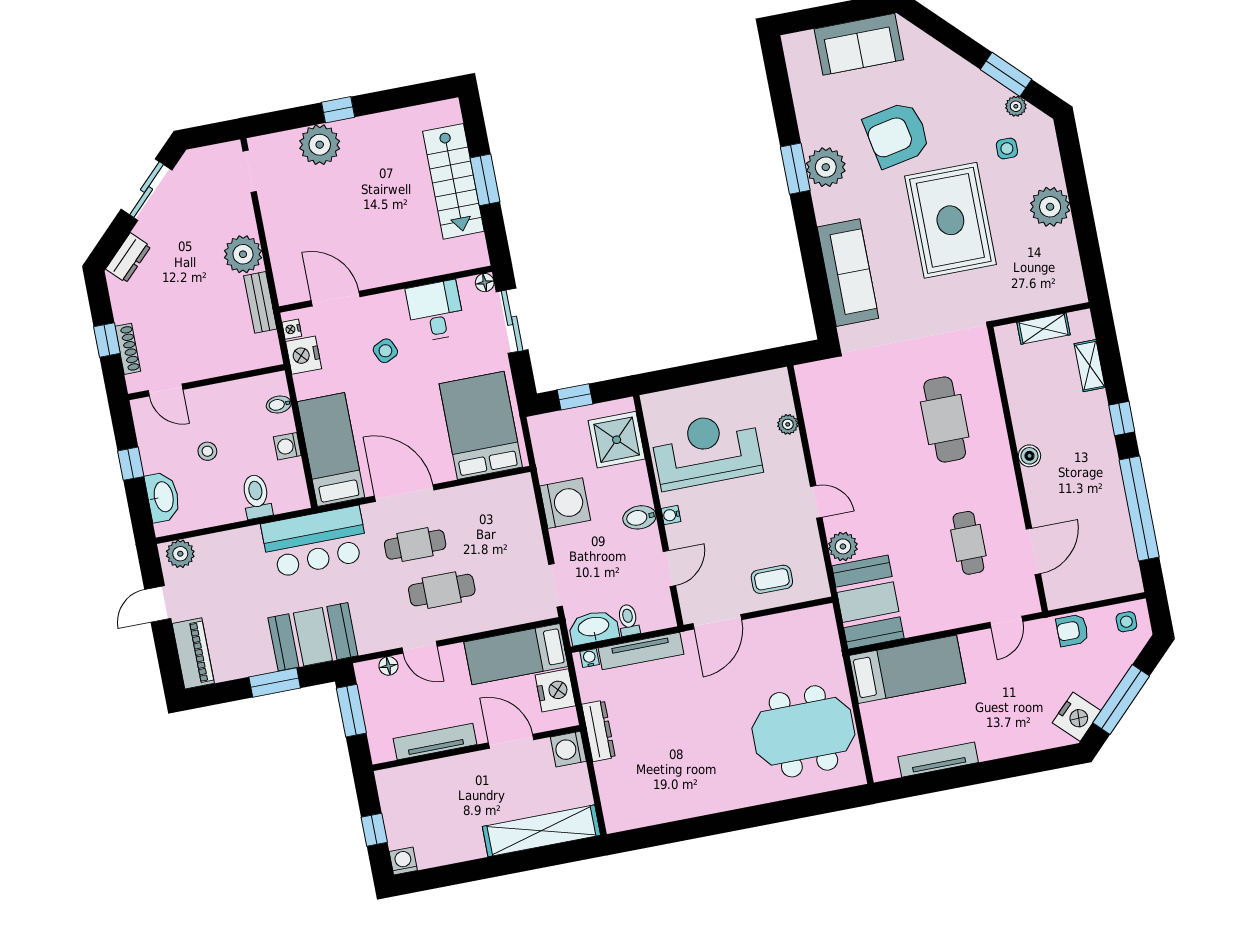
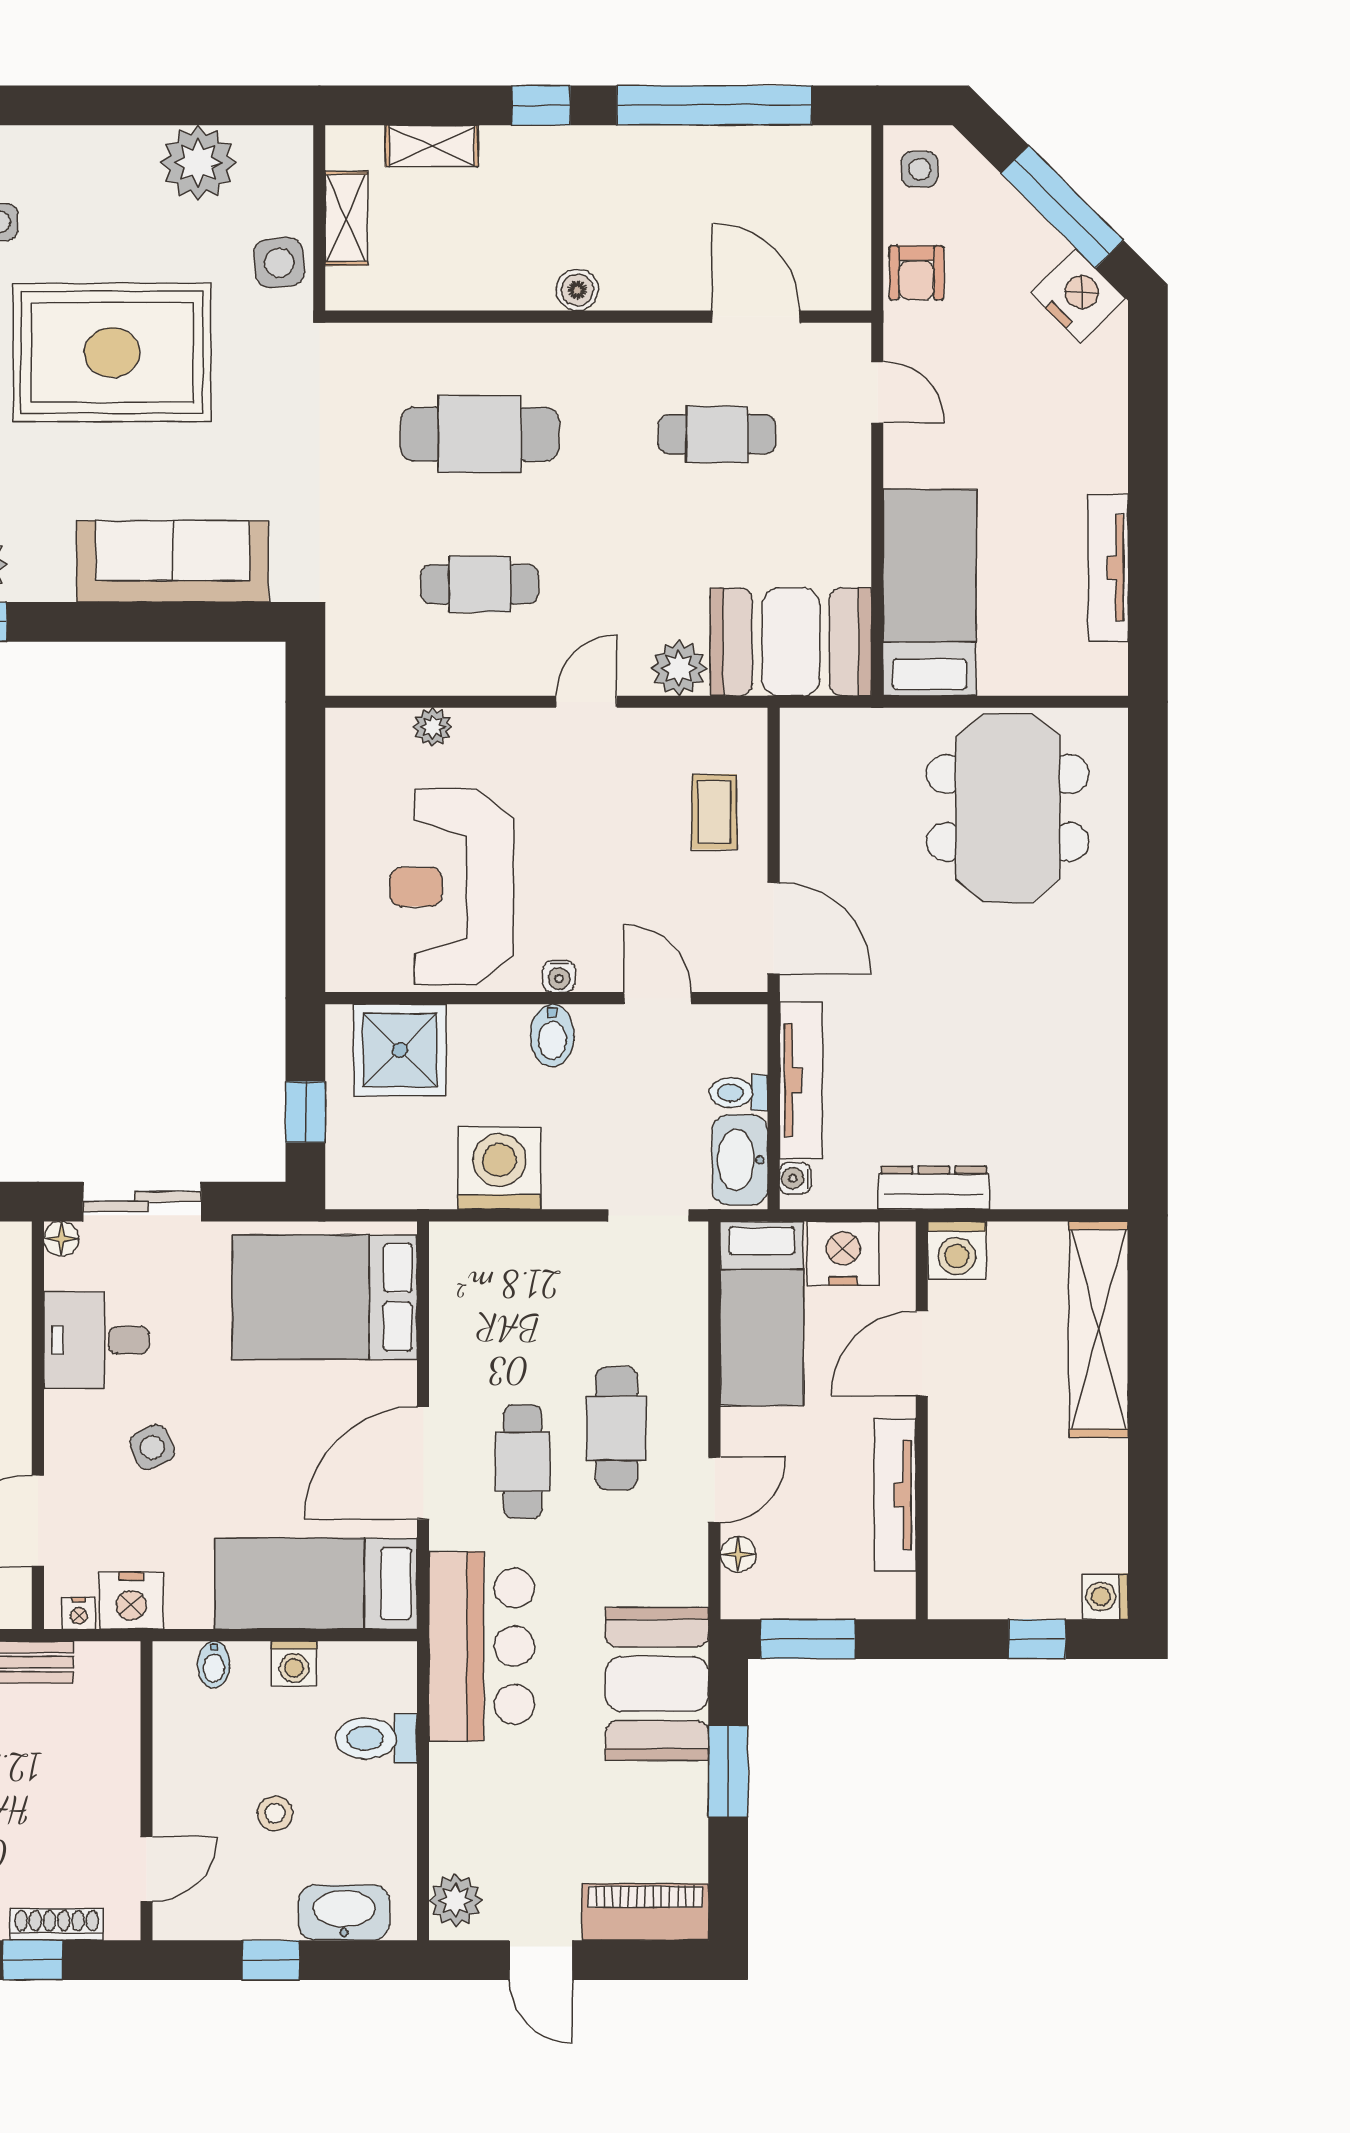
plant: (1050, 207) -> (198, 163), moved
side table: (1014, 298) -> (279, 263), added
cafe table: (867, 435) -> (480, 584), added

